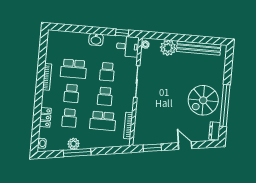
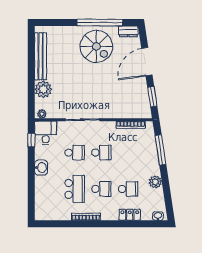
school desk: (103, 121) -> (128, 153), removed
door: (185, 146) -> (147, 62), width x1.87
window: (77, 153) -> (160, 150), moved

